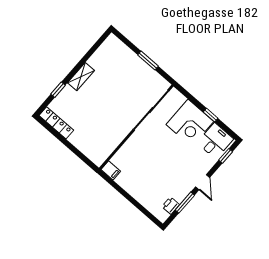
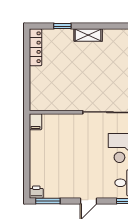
window: (185, 203) -> (48, 201), moved
printer: (171, 206) -> (36, 192), moved

